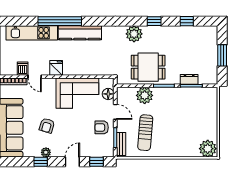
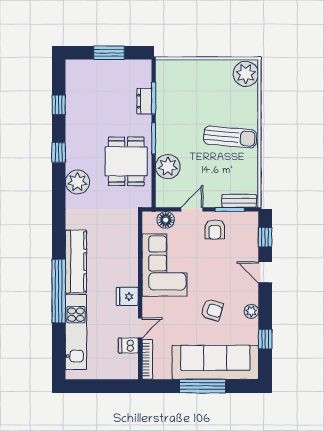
sun lounger: (145, 133) -> (230, 137), moved
window: (41, 162) -> (265, 339), moved

